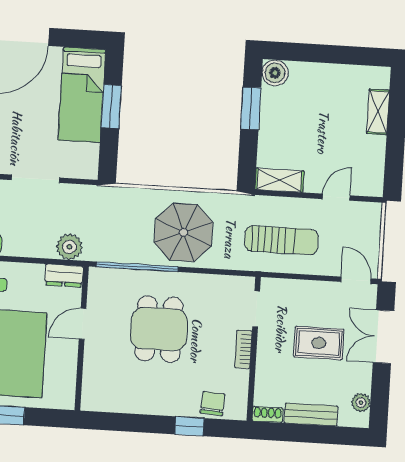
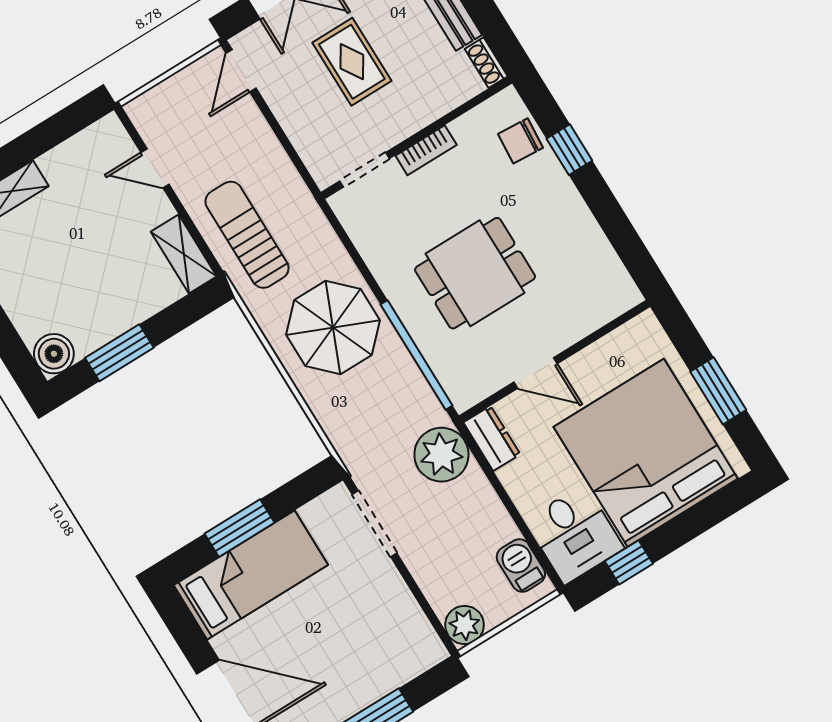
doorway: (36, 179) -> (375, 524), moved
sun lounger: (281, 240) -> (247, 235), moved
plant: (69, 247) -> (441, 455), width x1.36, depth x1.36

